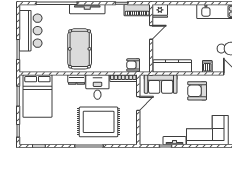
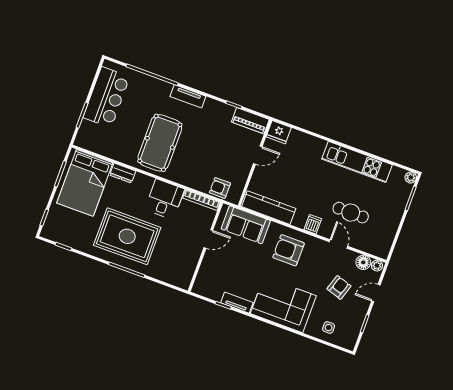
tv unit: (87, 9) -> (188, 96), width x0.71
dresser: (76, 80) -> (123, 173), moved
rug: (99, 122) -> (127, 236), moved

